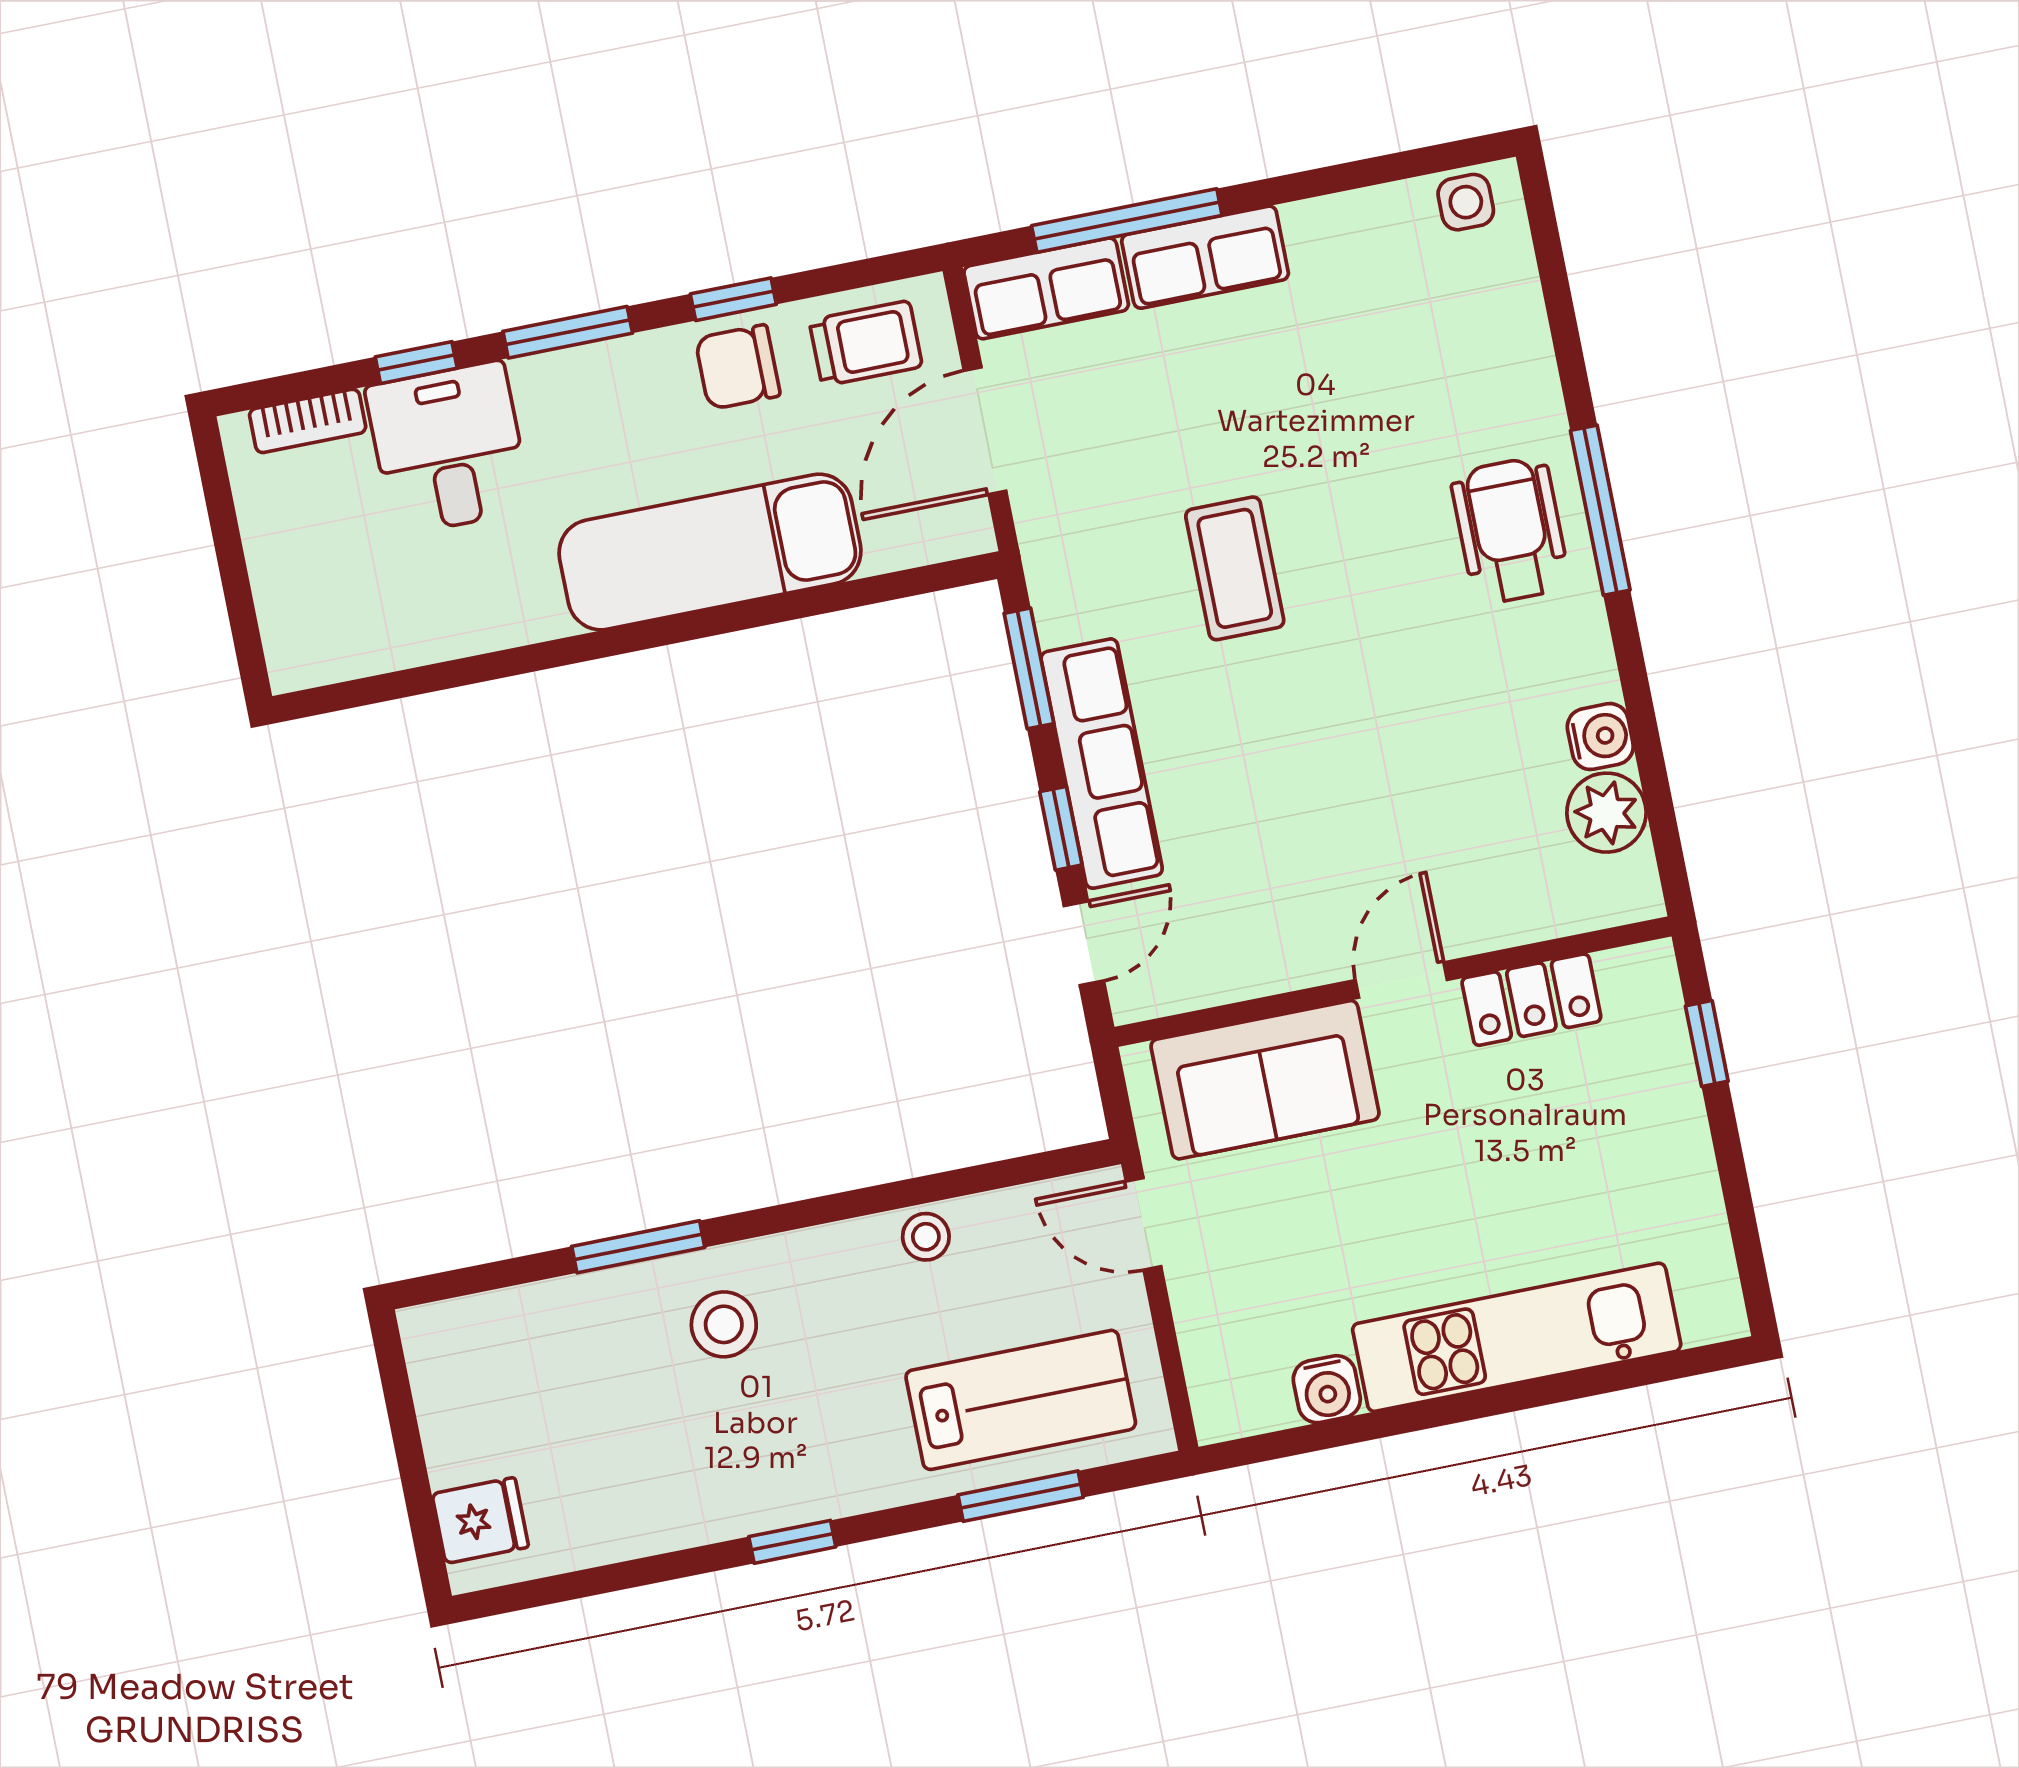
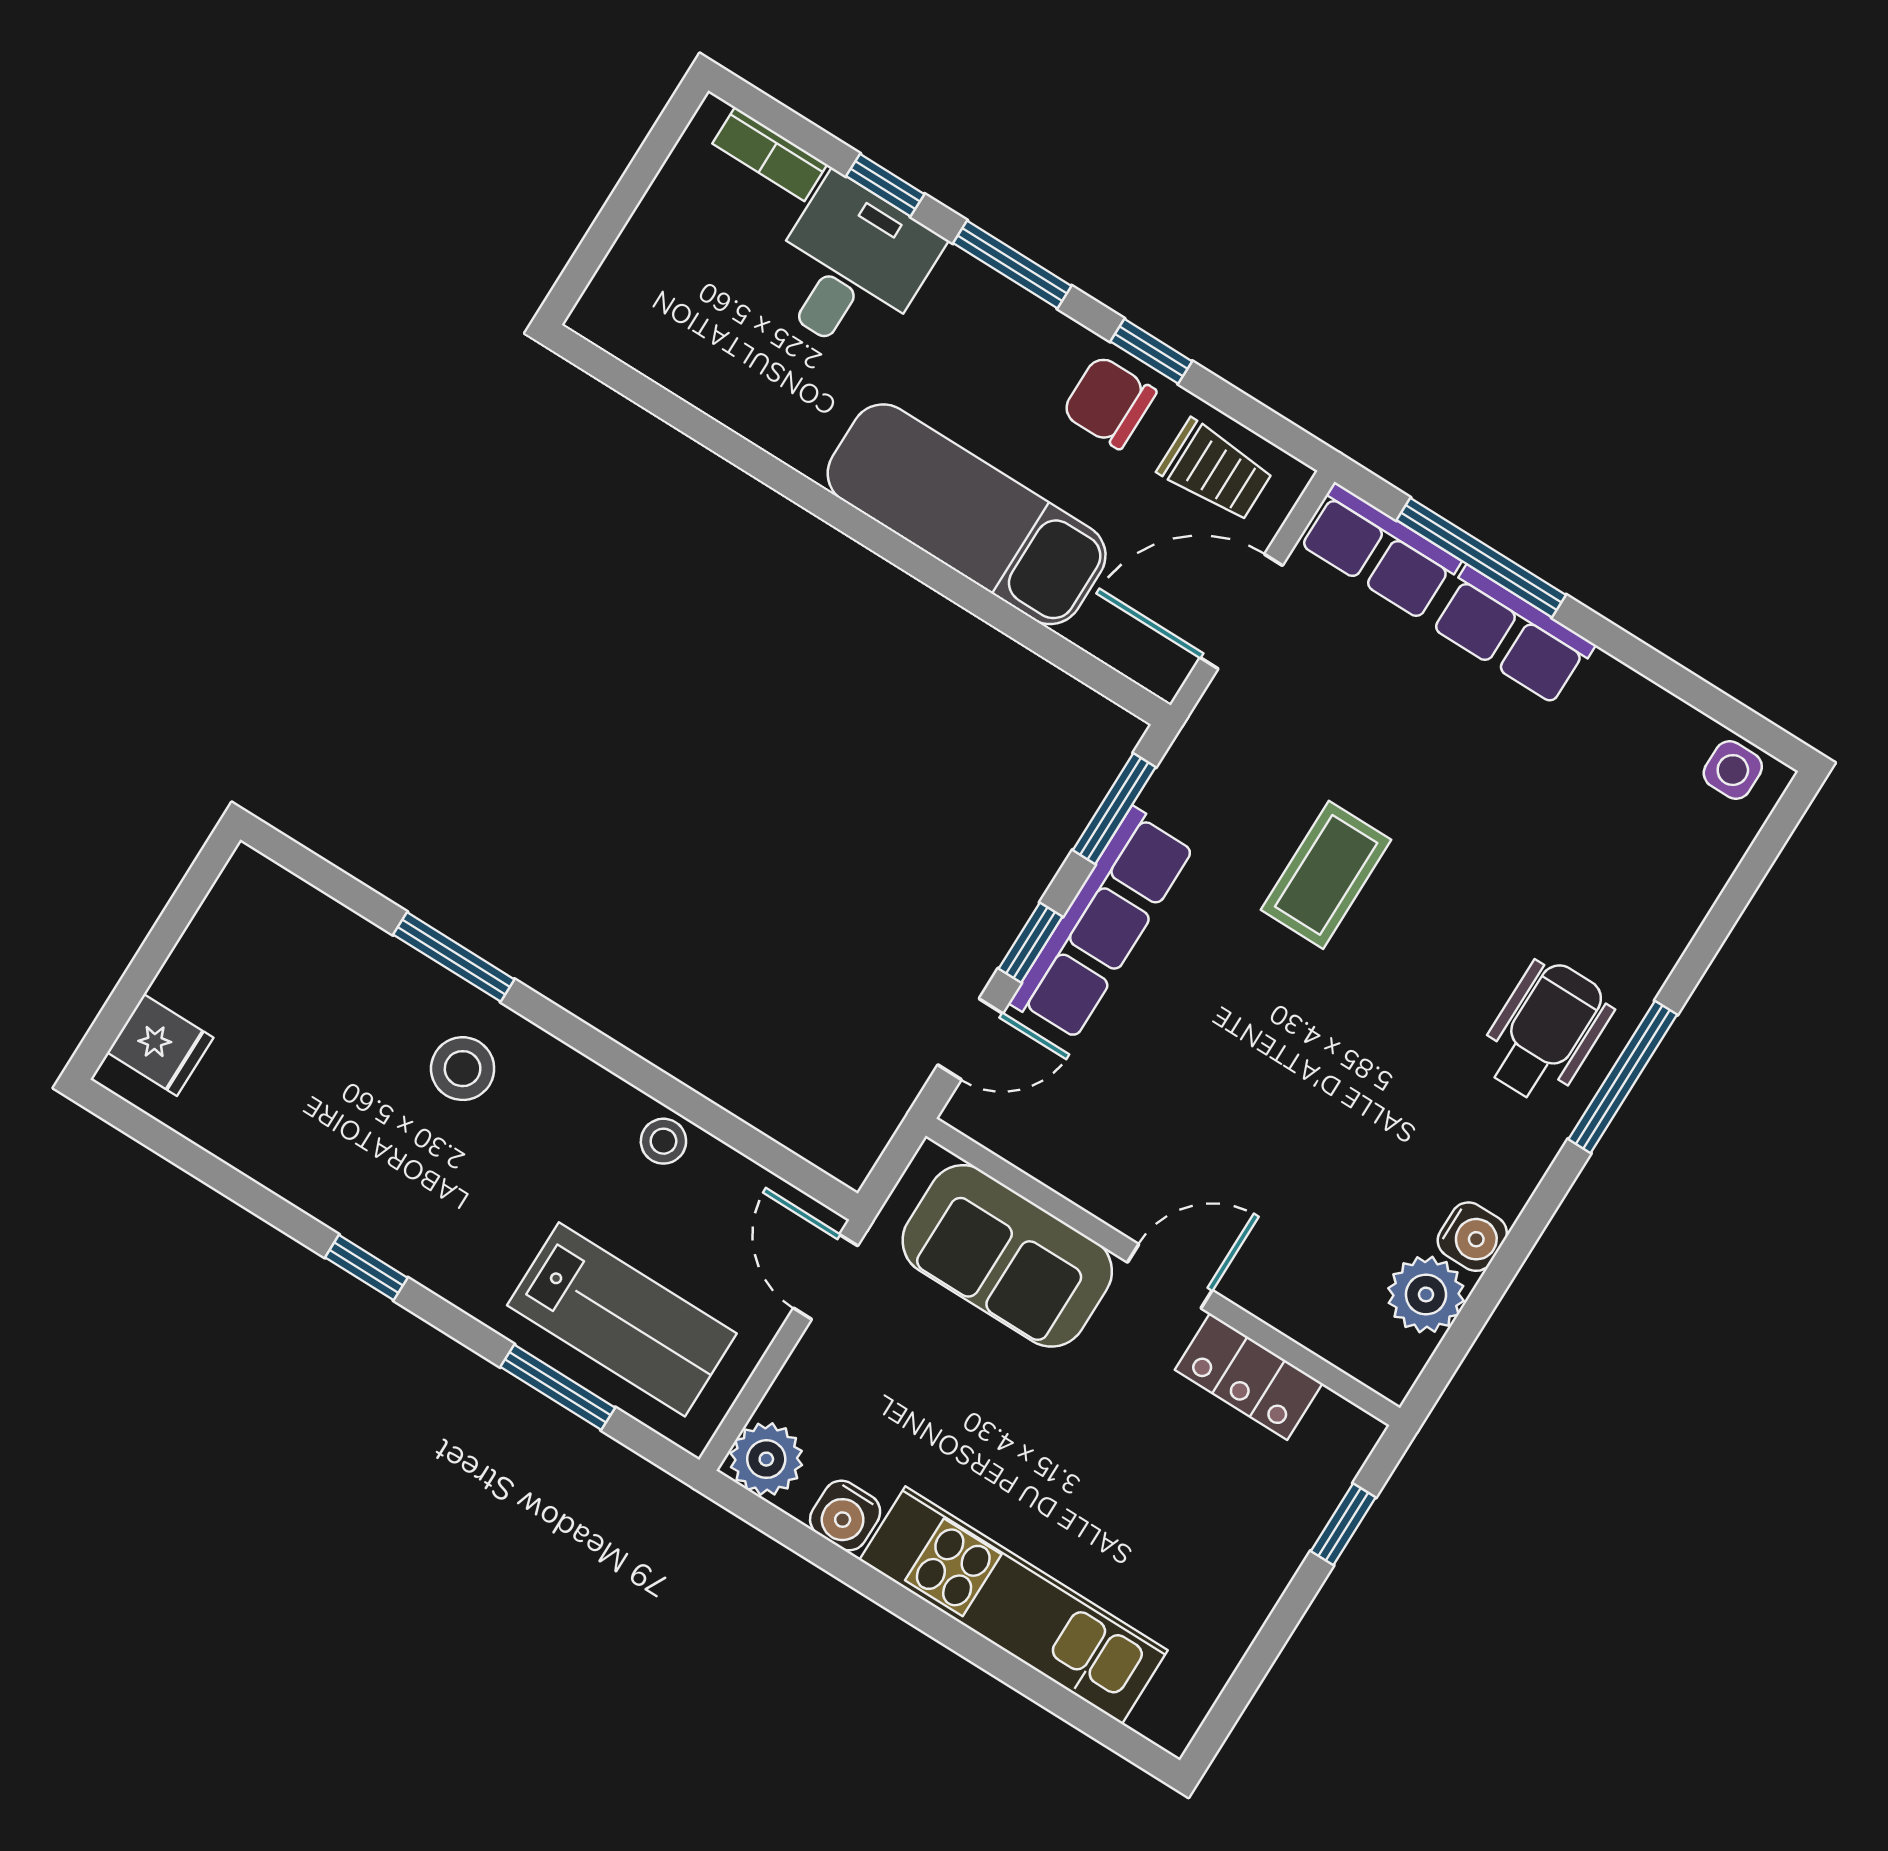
plant: (1228, 1403) -> (766, 1459), added

